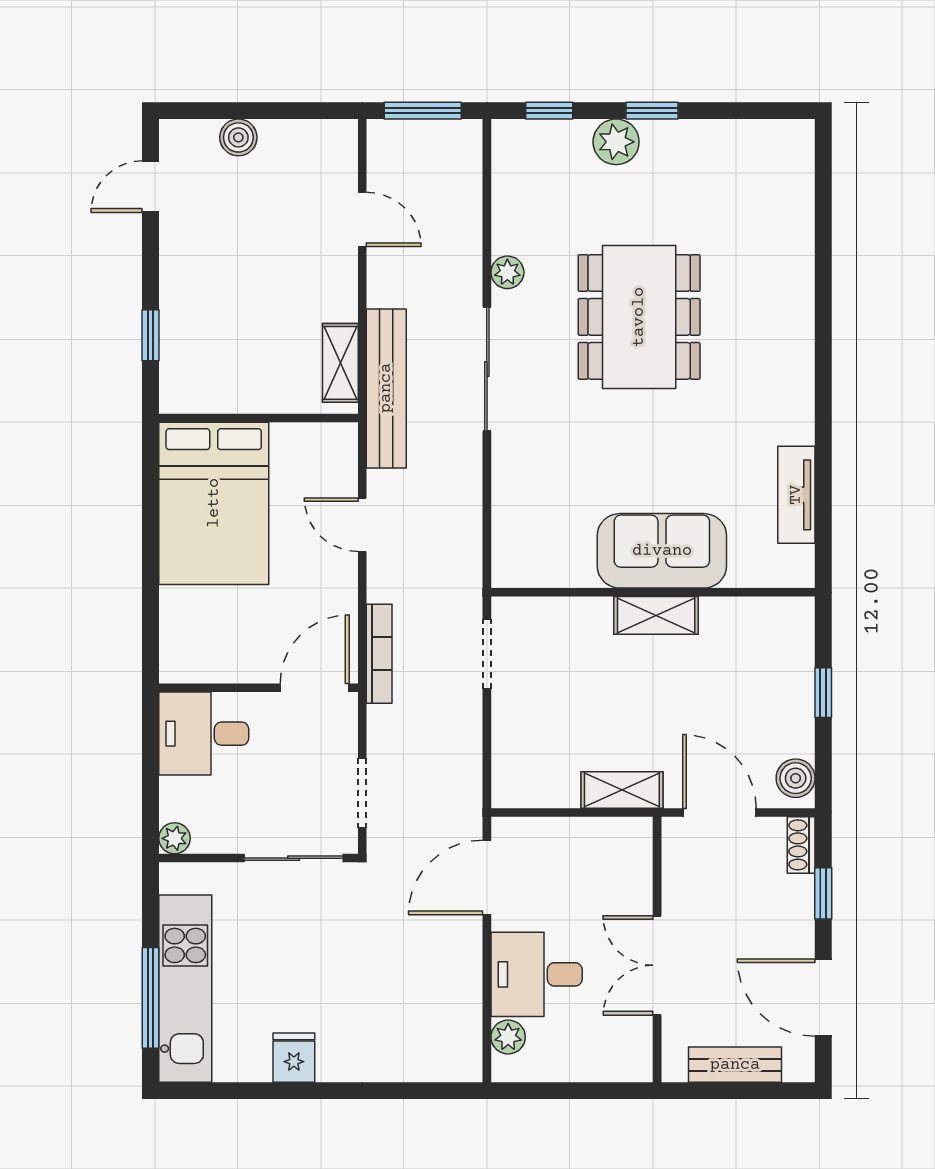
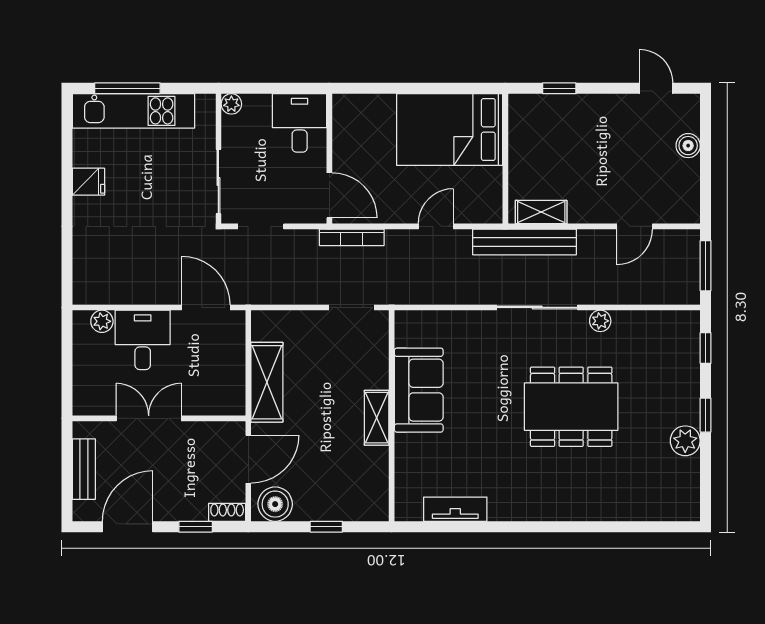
plant: (616, 142) -> (685, 441), moved
sofa: (662, 551) -> (419, 390), moved
boiler: (796, 778) -> (275, 504), width x1.36, depth x1.36
shelving: (622, 790) -> (267, 382), width x1.50, depth x1.33

